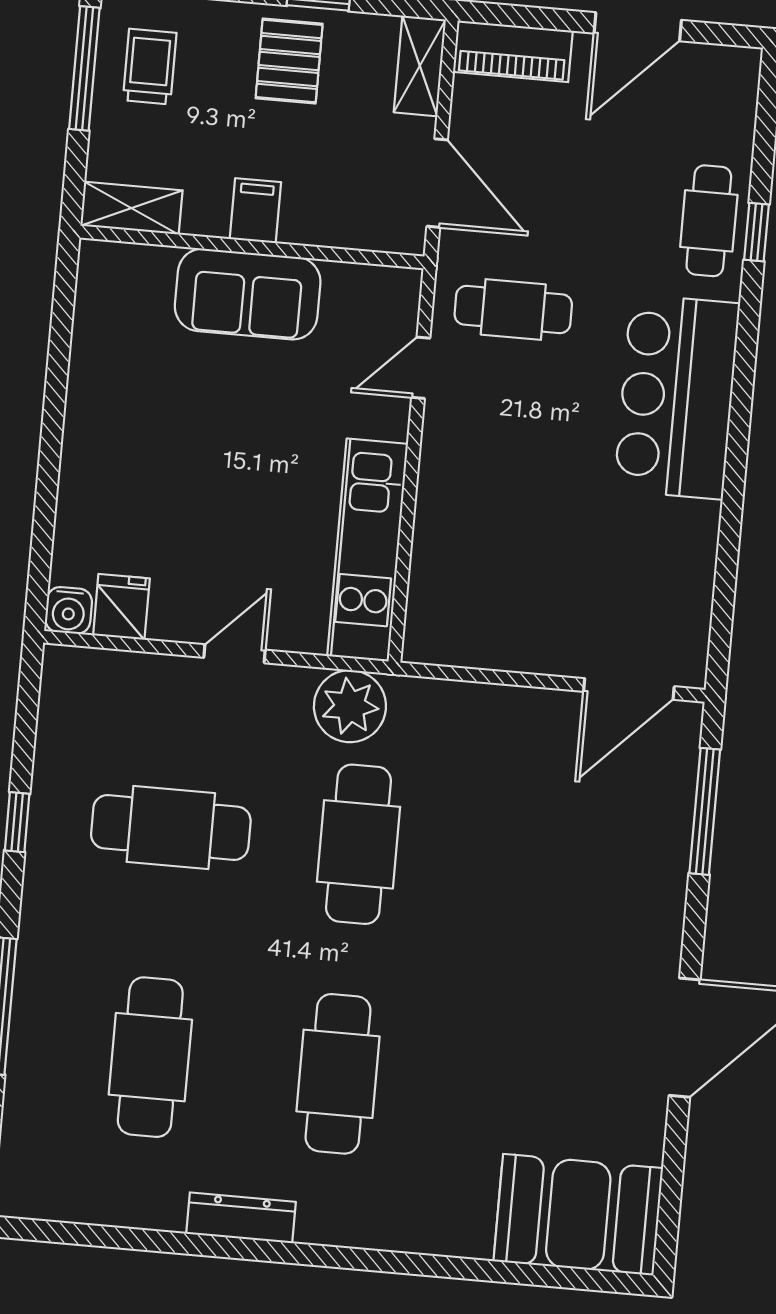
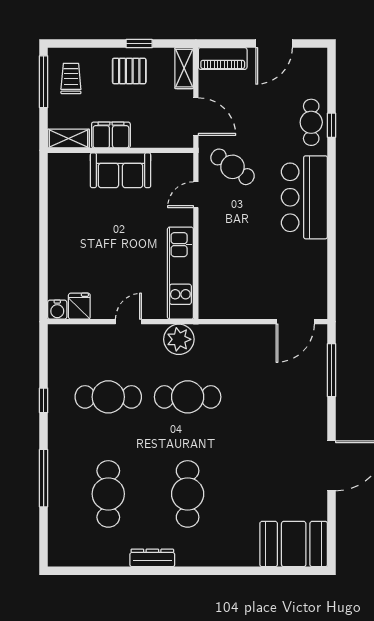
pallet: (289, 61) -> (129, 71), turned 90
filing cabinet: (255, 211) -> (111, 135), width x2.00
cafe table: (513, 310) -> (232, 167), turned 35
cafe table: (359, 844) -> (188, 397), turned 90

